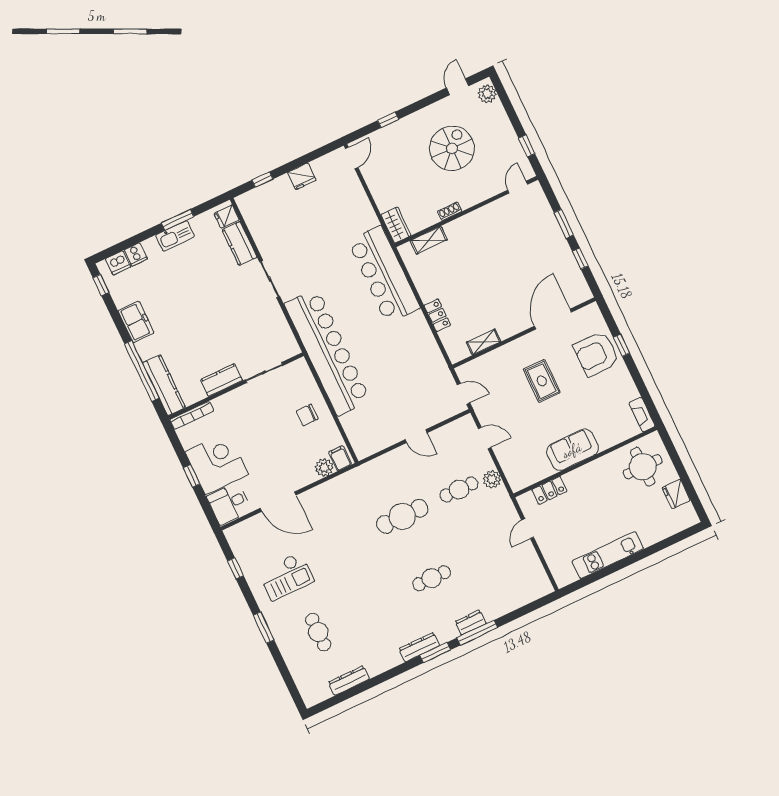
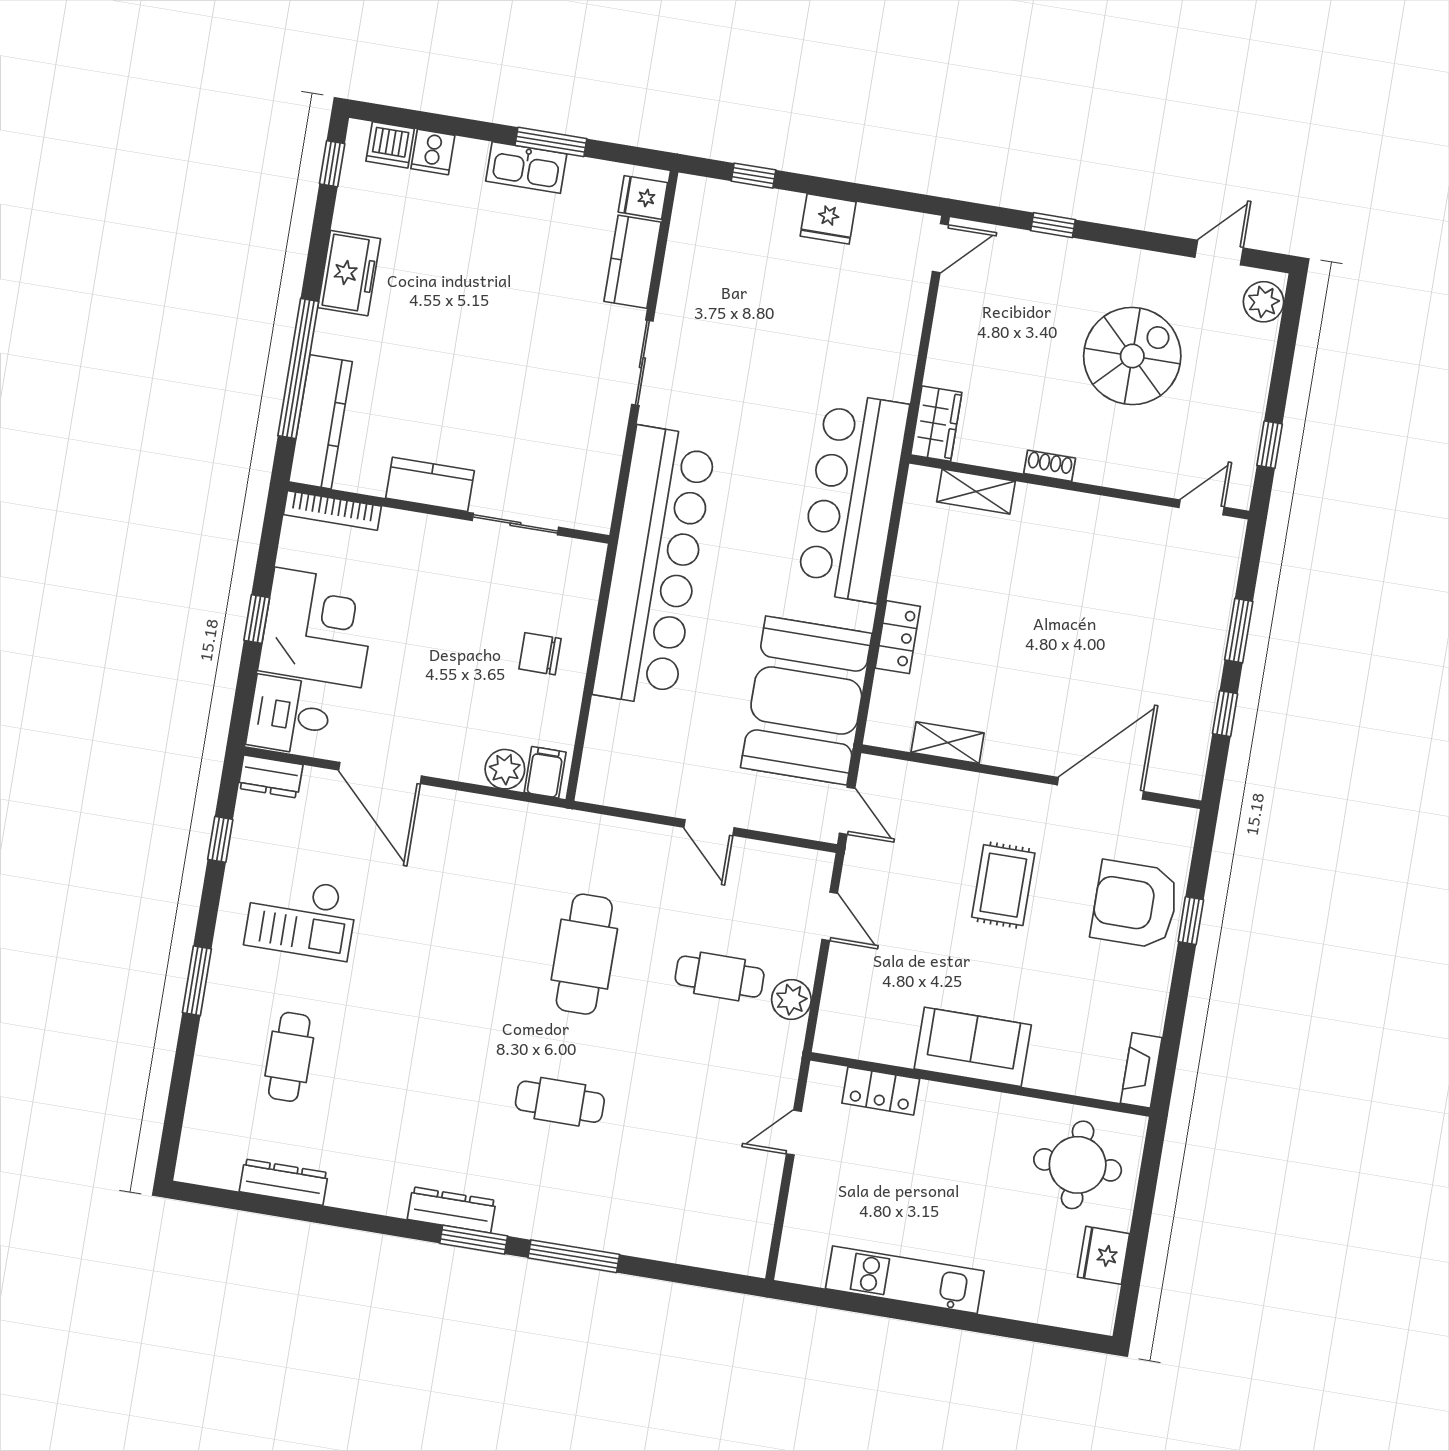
booth: (419, 363) -> (806, 700), added
cafe table: (402, 516) -> (584, 954), turned 90
dresser: (471, 623) -> (271, 777), moved, turned 180

